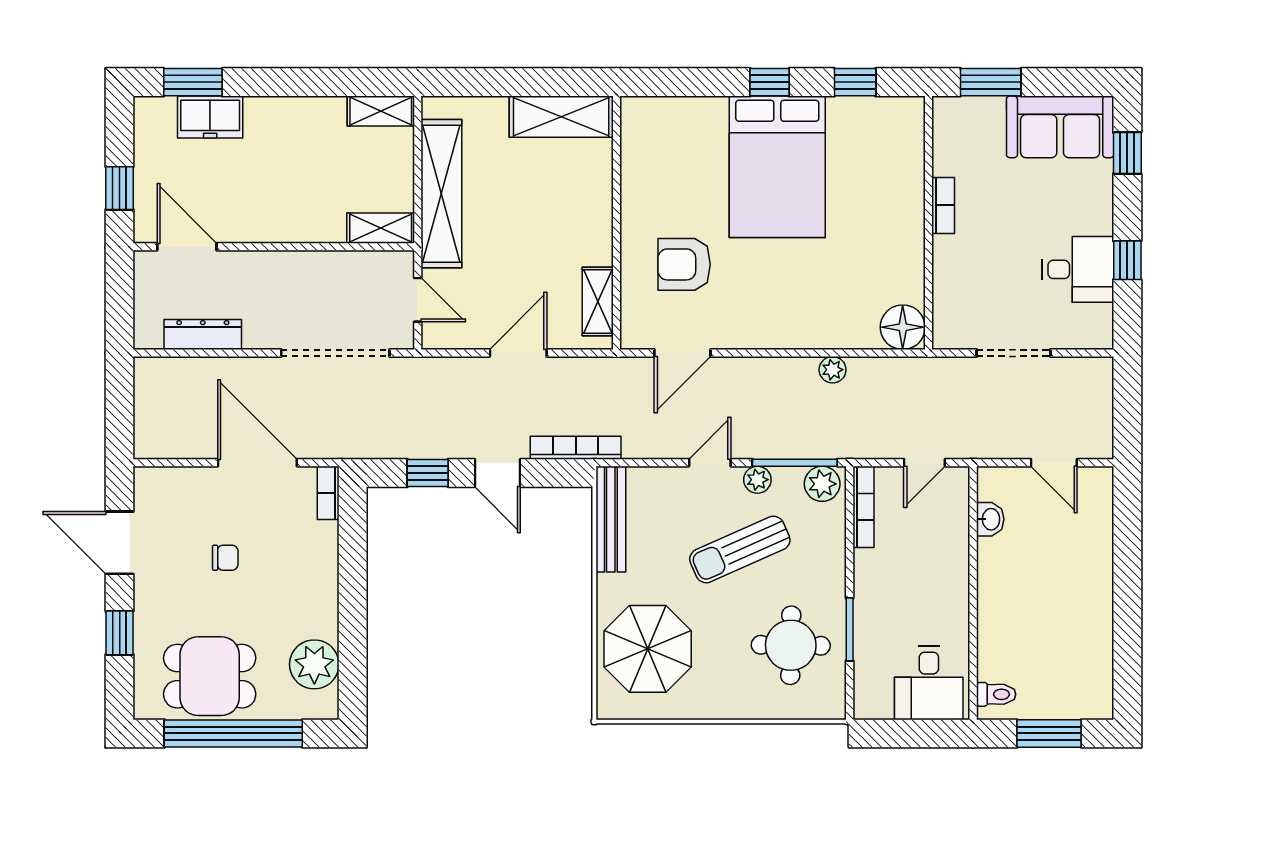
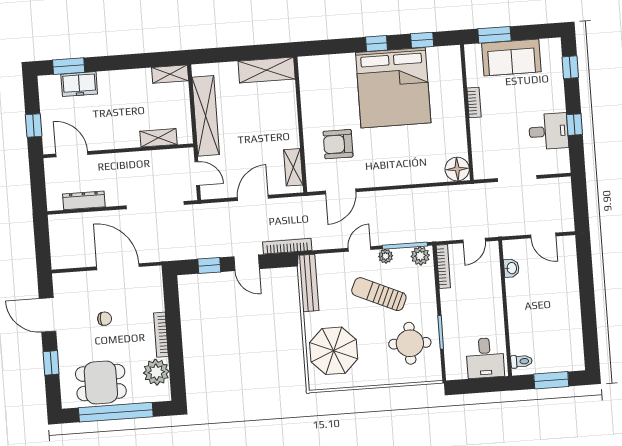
sofa: (1060, 127) -> (511, 58), moved
bed: (777, 167) -> (393, 88), width x1.36
shelving: (381, 228) -> (158, 138), moved
plant: (833, 370) -> (421, 195), removed
bookcase: (328, 493) -> (161, 335), moved, width x1.56
sun lounger: (740, 549) -> (379, 294), turned 48

